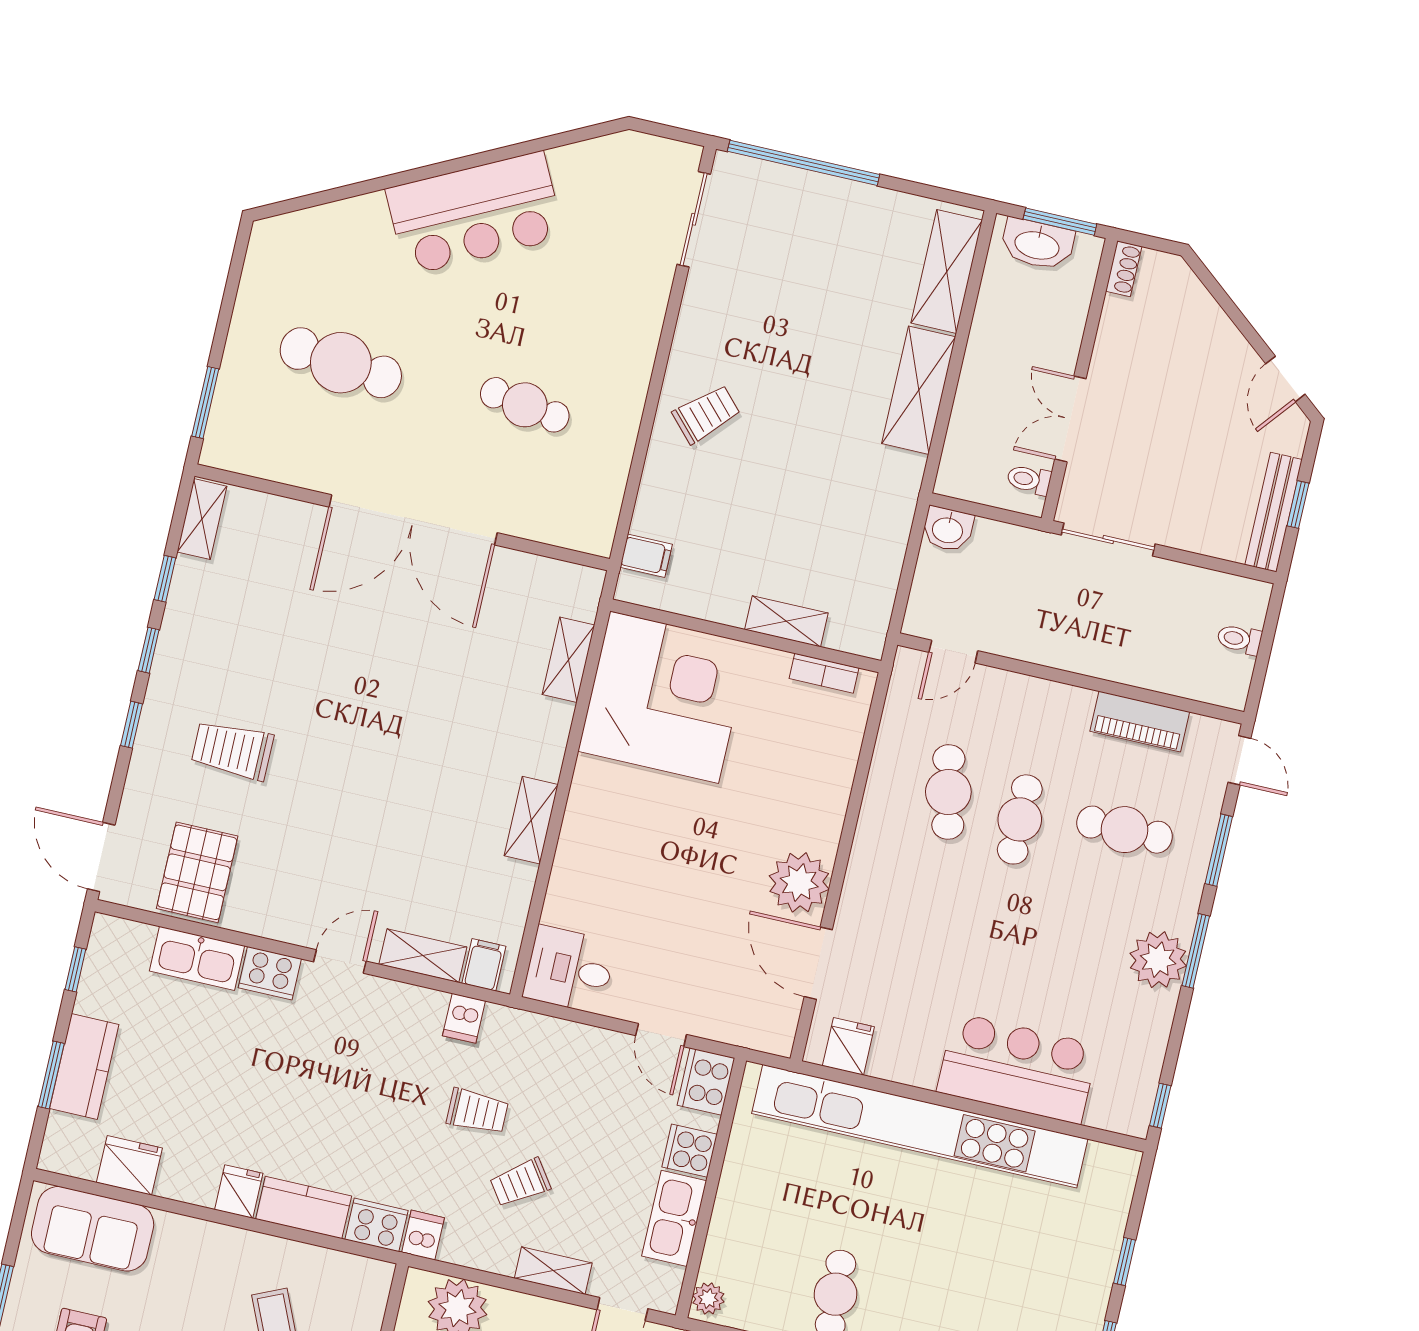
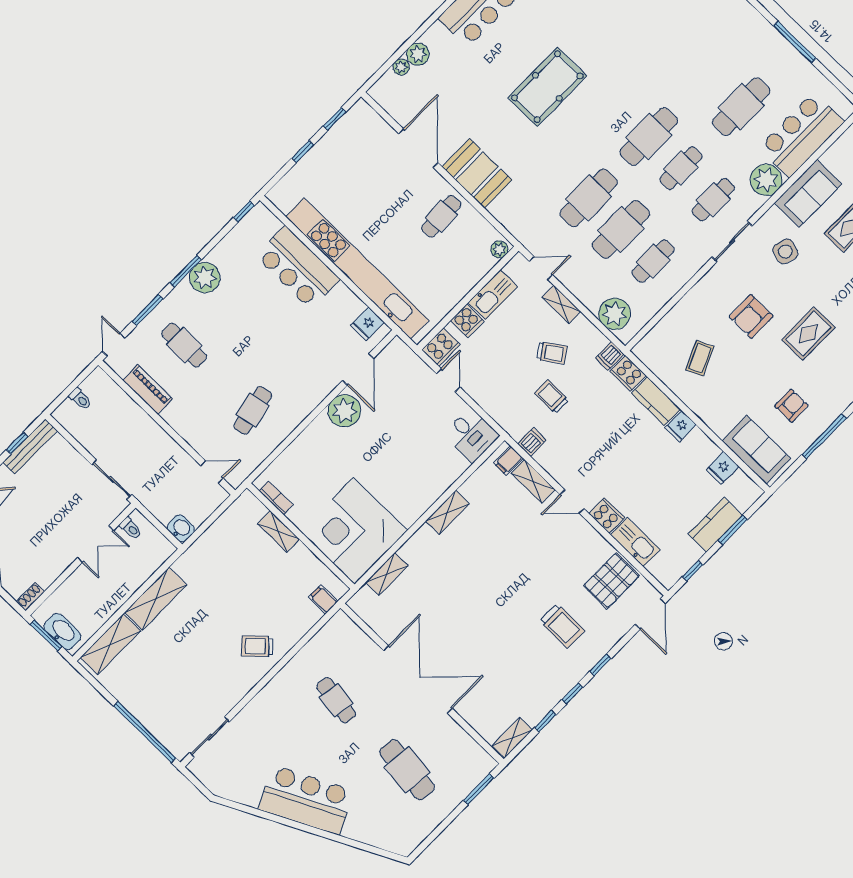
cafe table: (1020, 819) -> (228, 378), removed
fridge: (129, 1165) -> (722, 468), width x0.72

